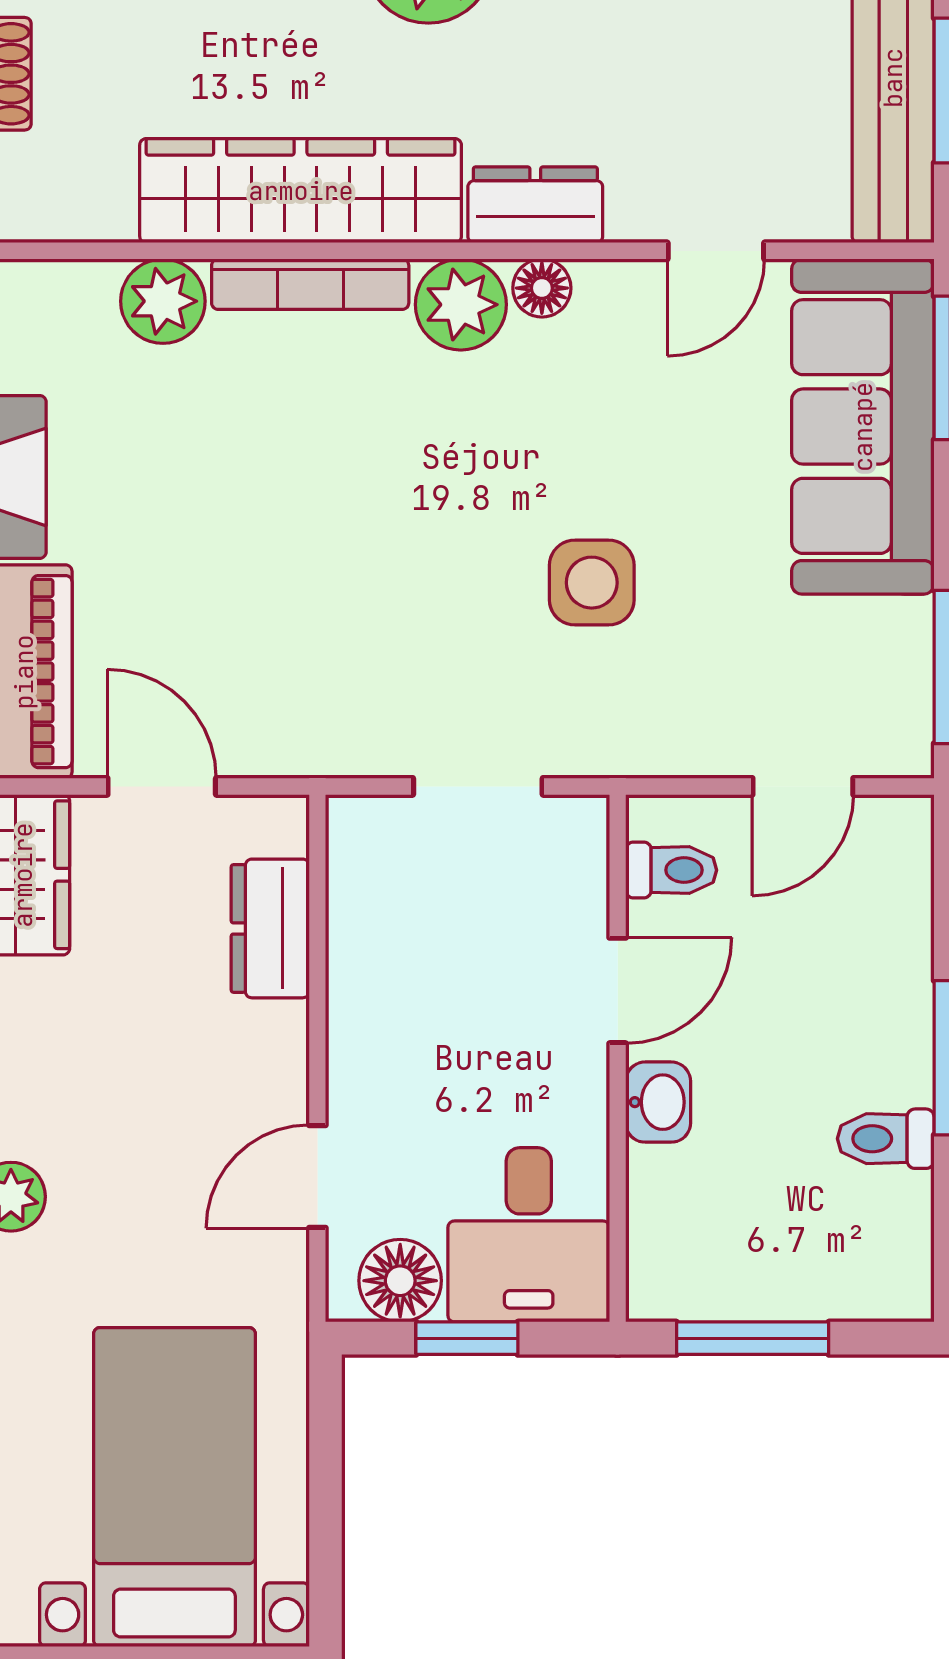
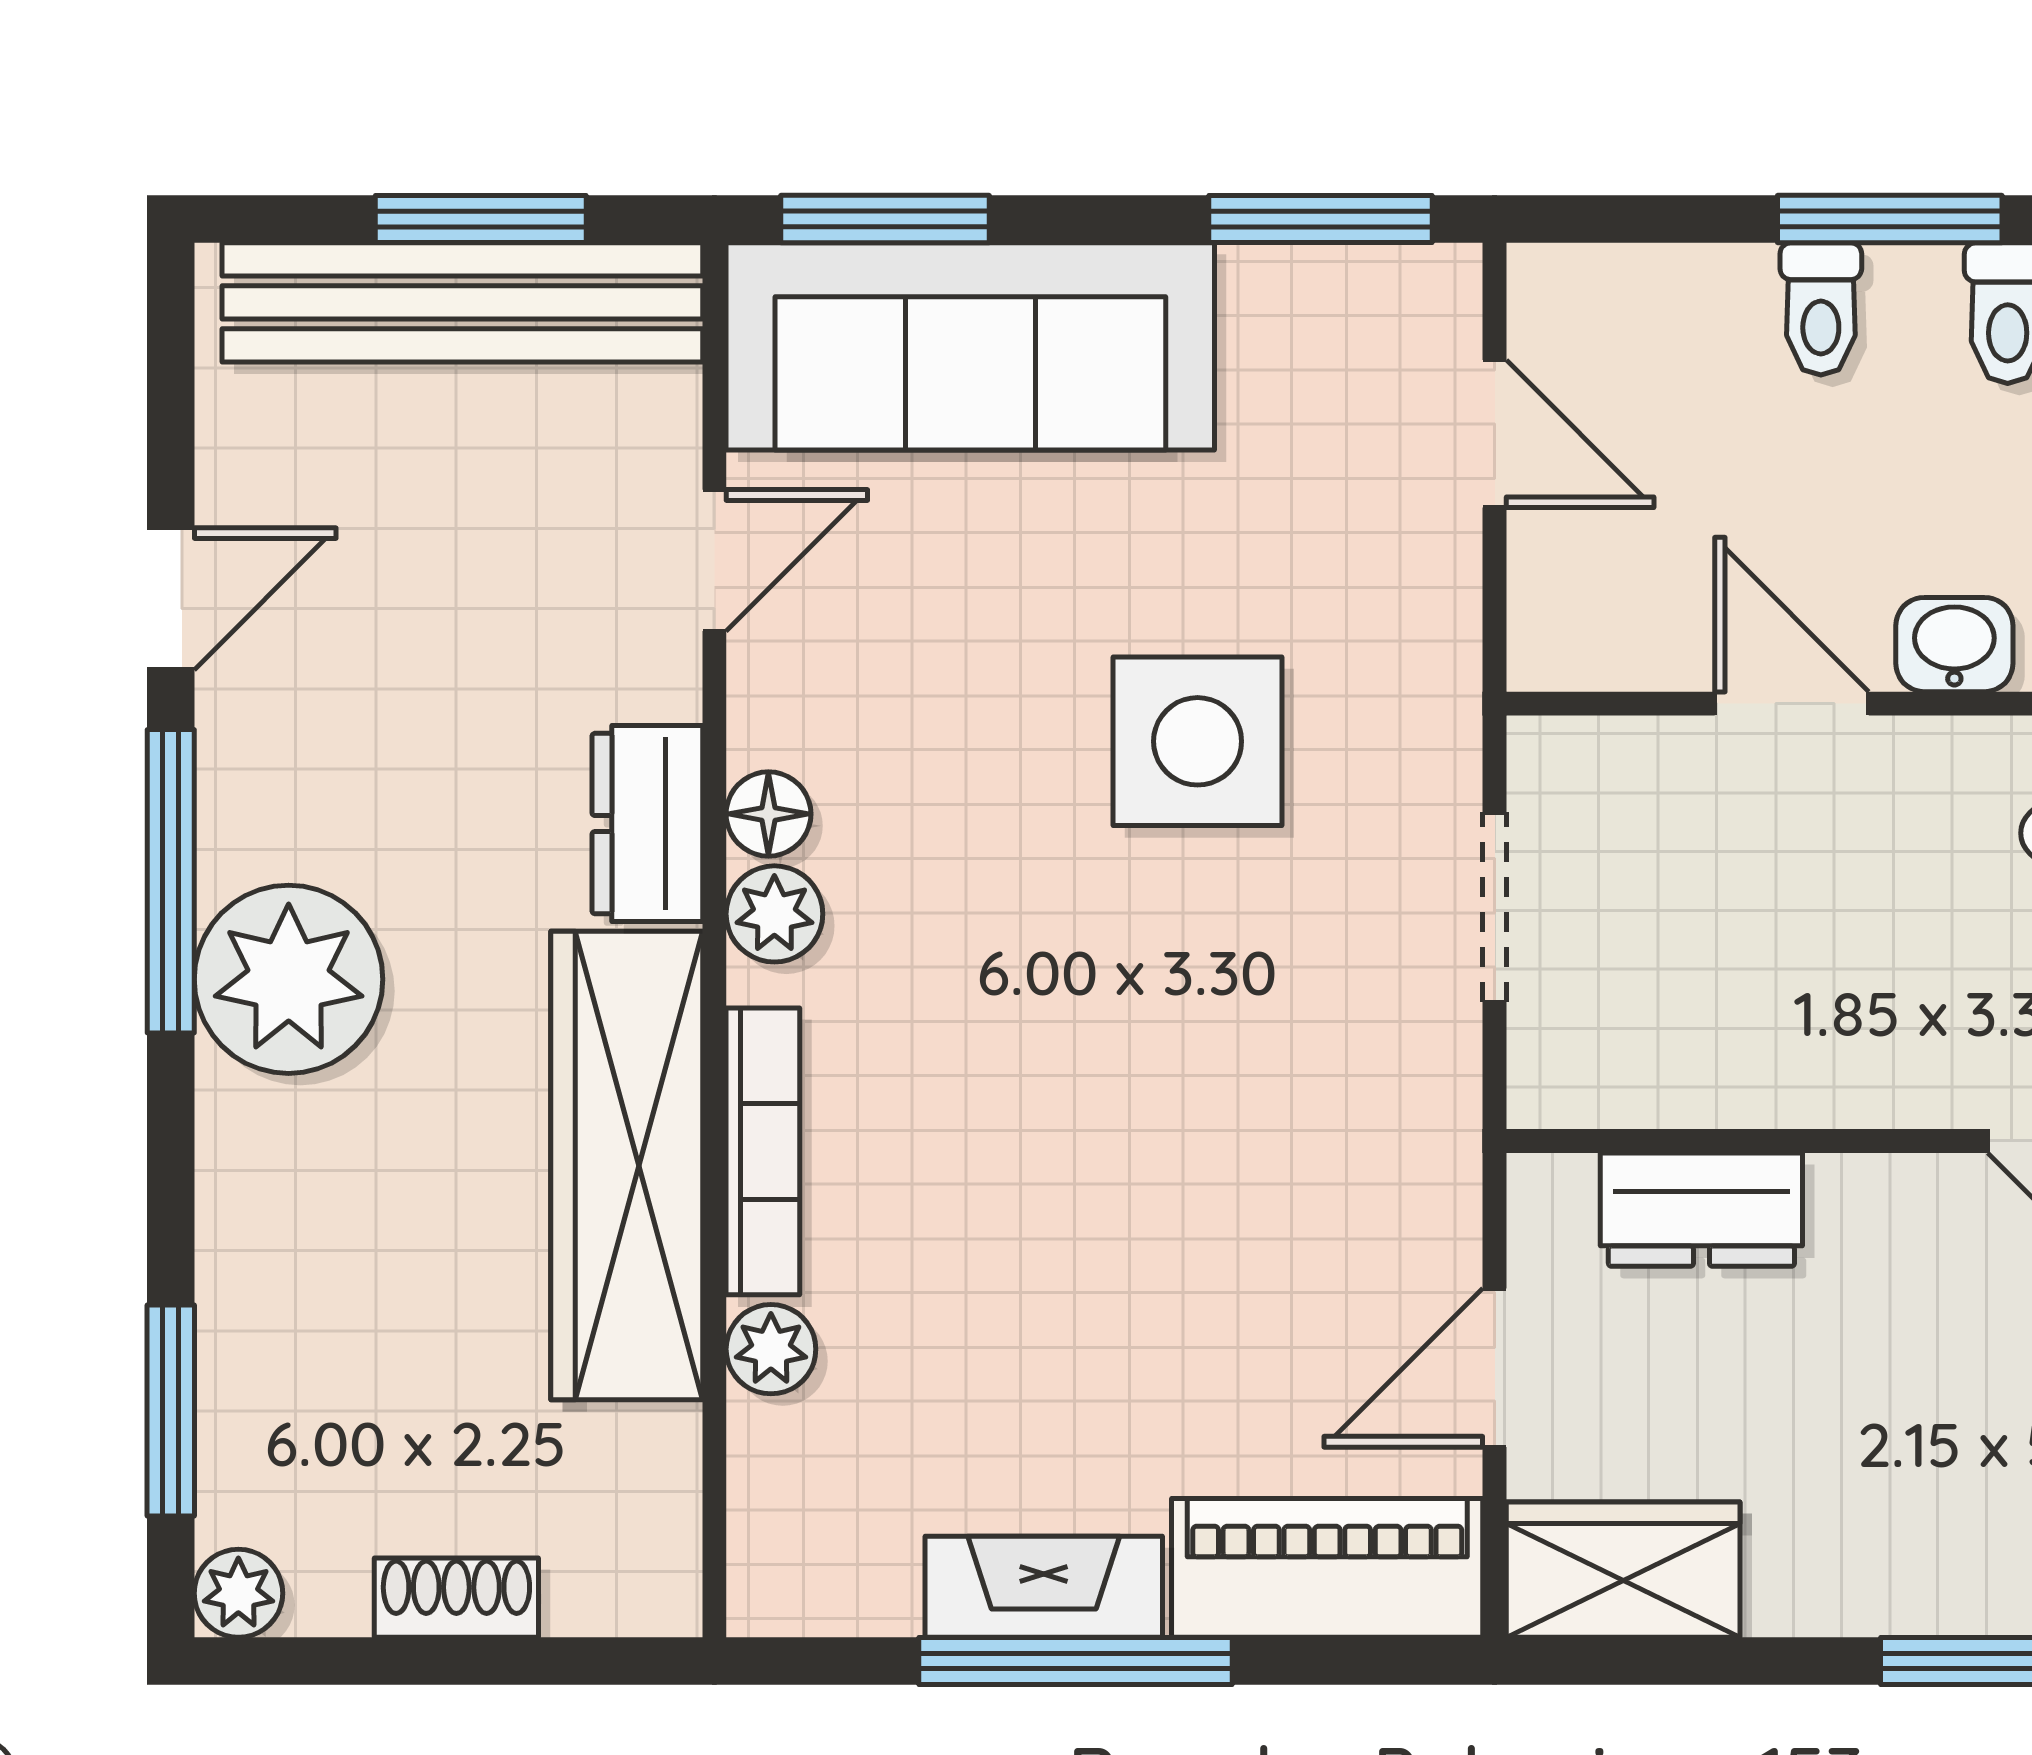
door: (716, 251) -> (714, 560), hinge flipped
plant: (163, 301) -> (771, 1349), width x0.73, depth x0.73
plant: (461, 305) -> (774, 914), width x0.73, depth x0.73
side table: (592, 583) -> (1198, 741), width x1.37, depth x1.37
toilet: (671, 870) -> (1821, 309), moved, turned 180

